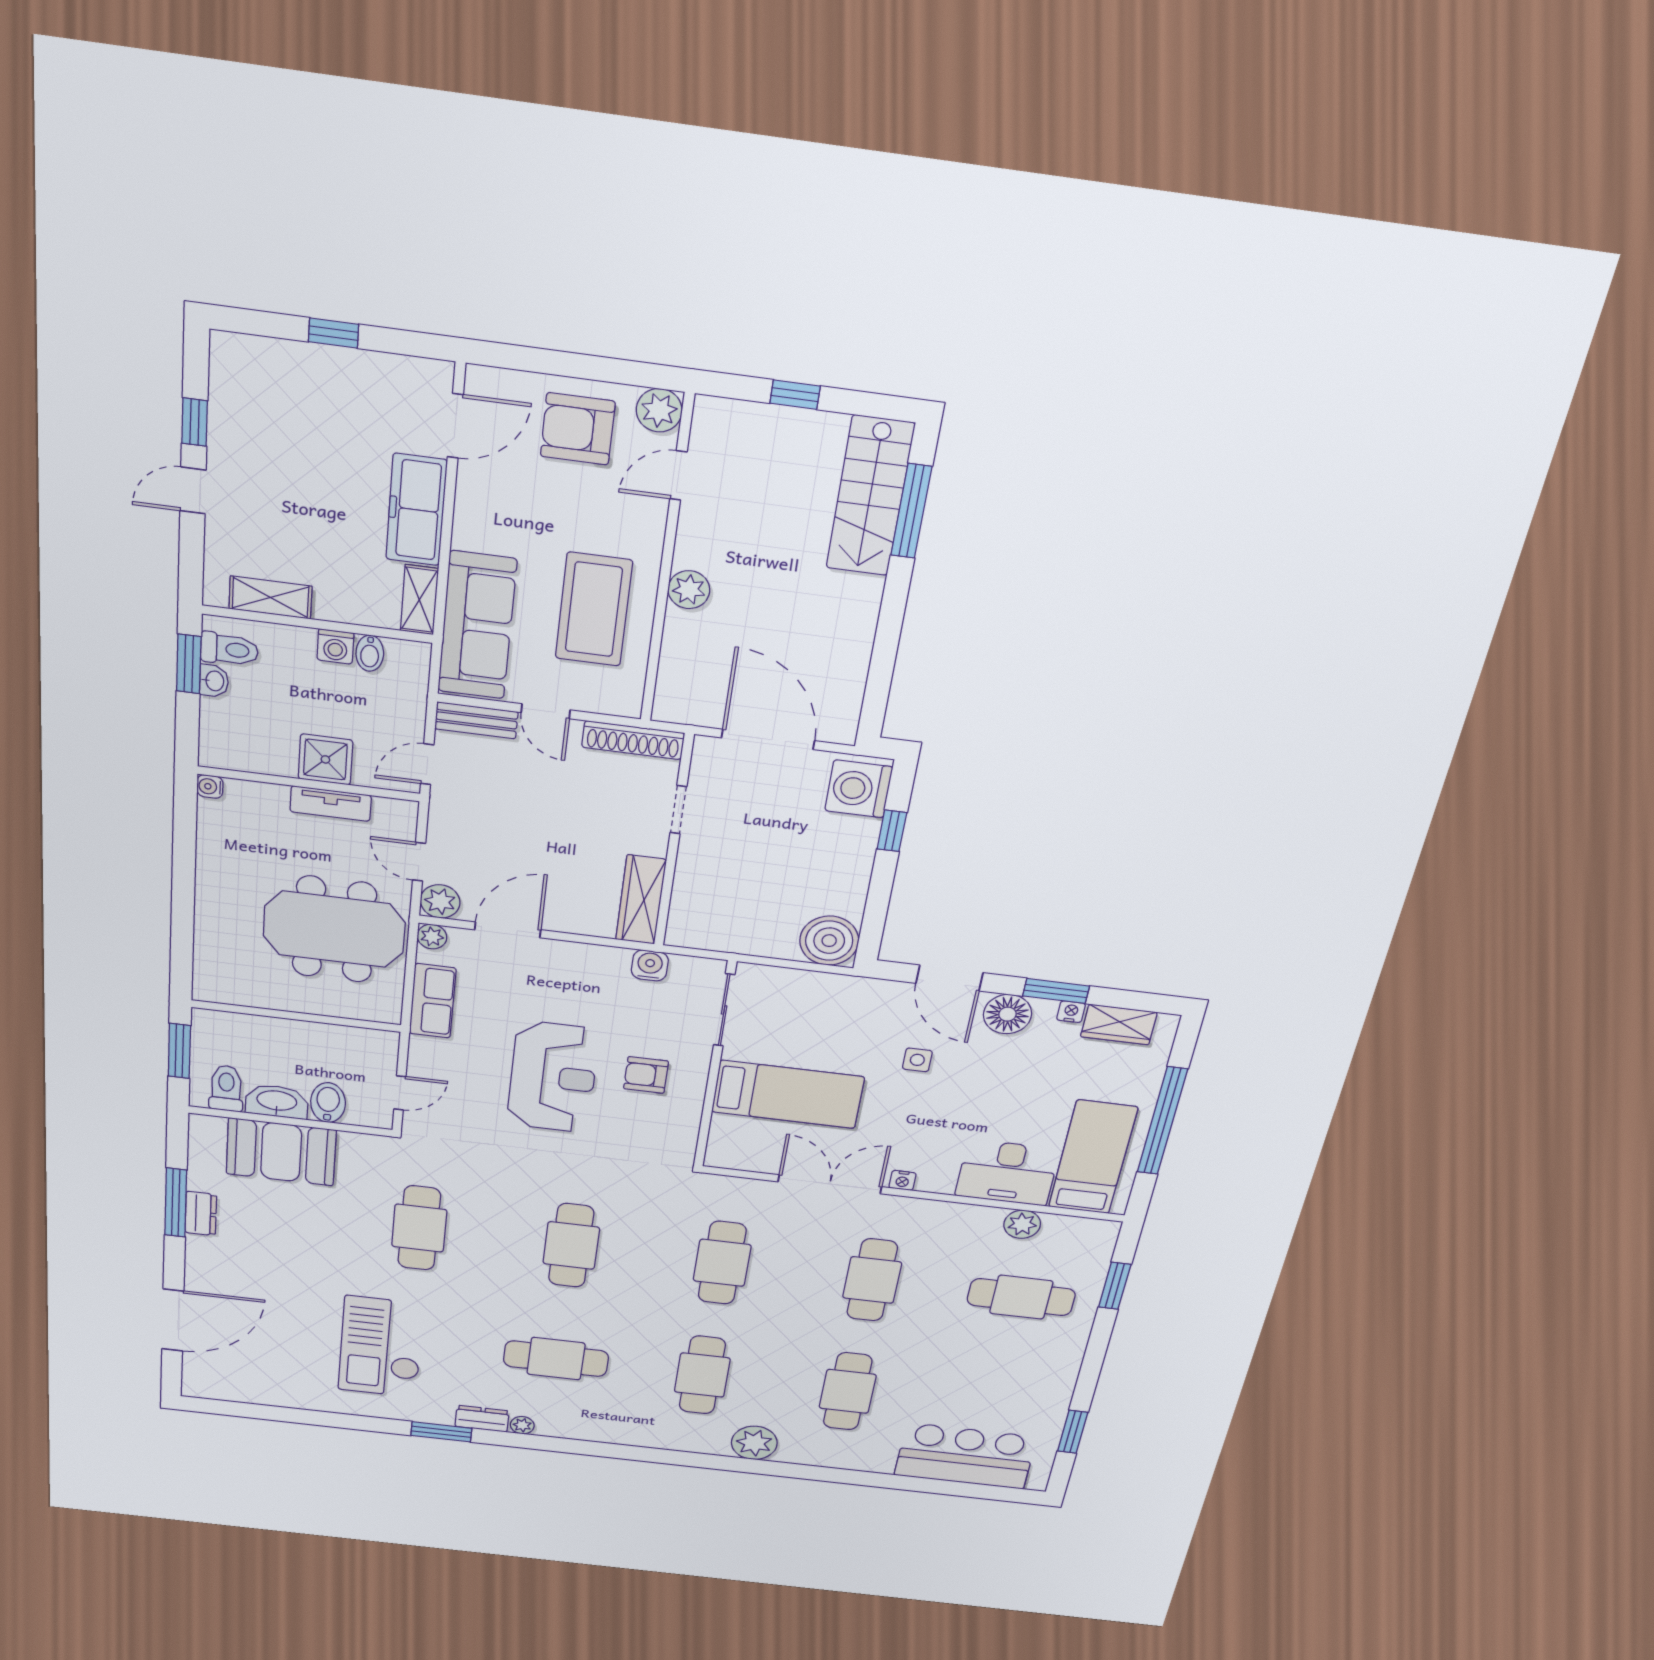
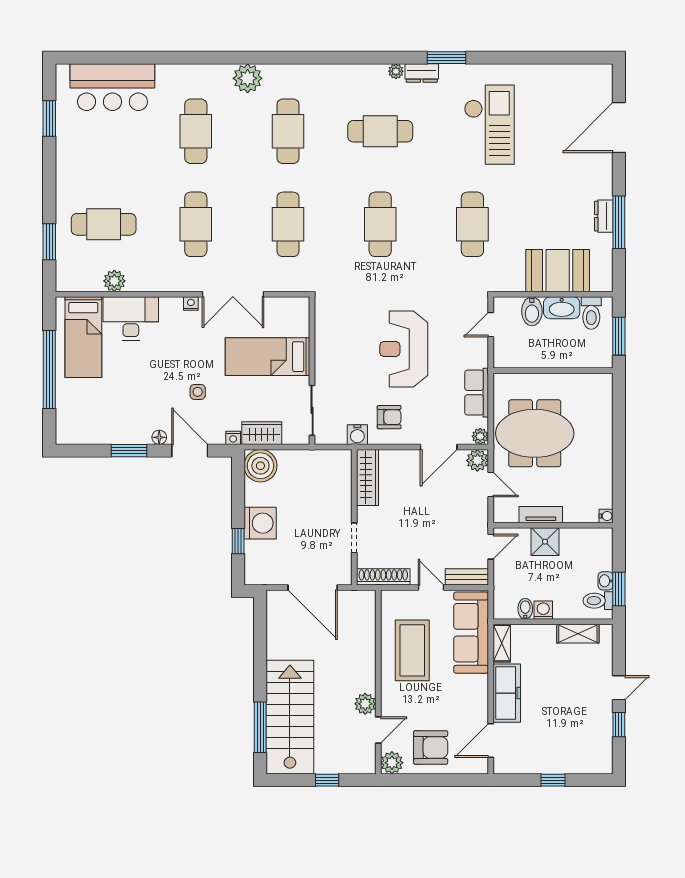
stairs: (870, 496) -> (290, 717), width x1.36, depth x1.51
plant: (689, 590) -> (365, 704), moved
washing machine: (859, 789) -> (260, 523), moved
nightstand: (1071, 1012) -> (233, 438), moved
floor lamp: (1007, 1014) -> (159, 437), width x0.53, depth x0.53
wardrobe: (1119, 1024) -> (262, 433), moved
armchair: (646, 1075) -> (389, 417), moved

